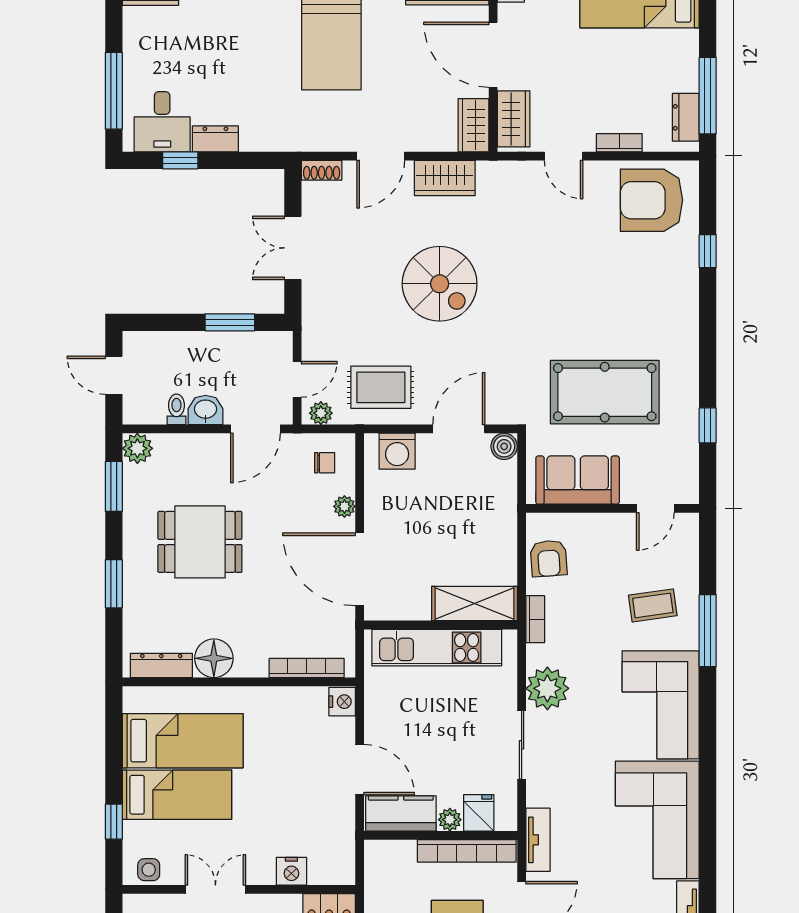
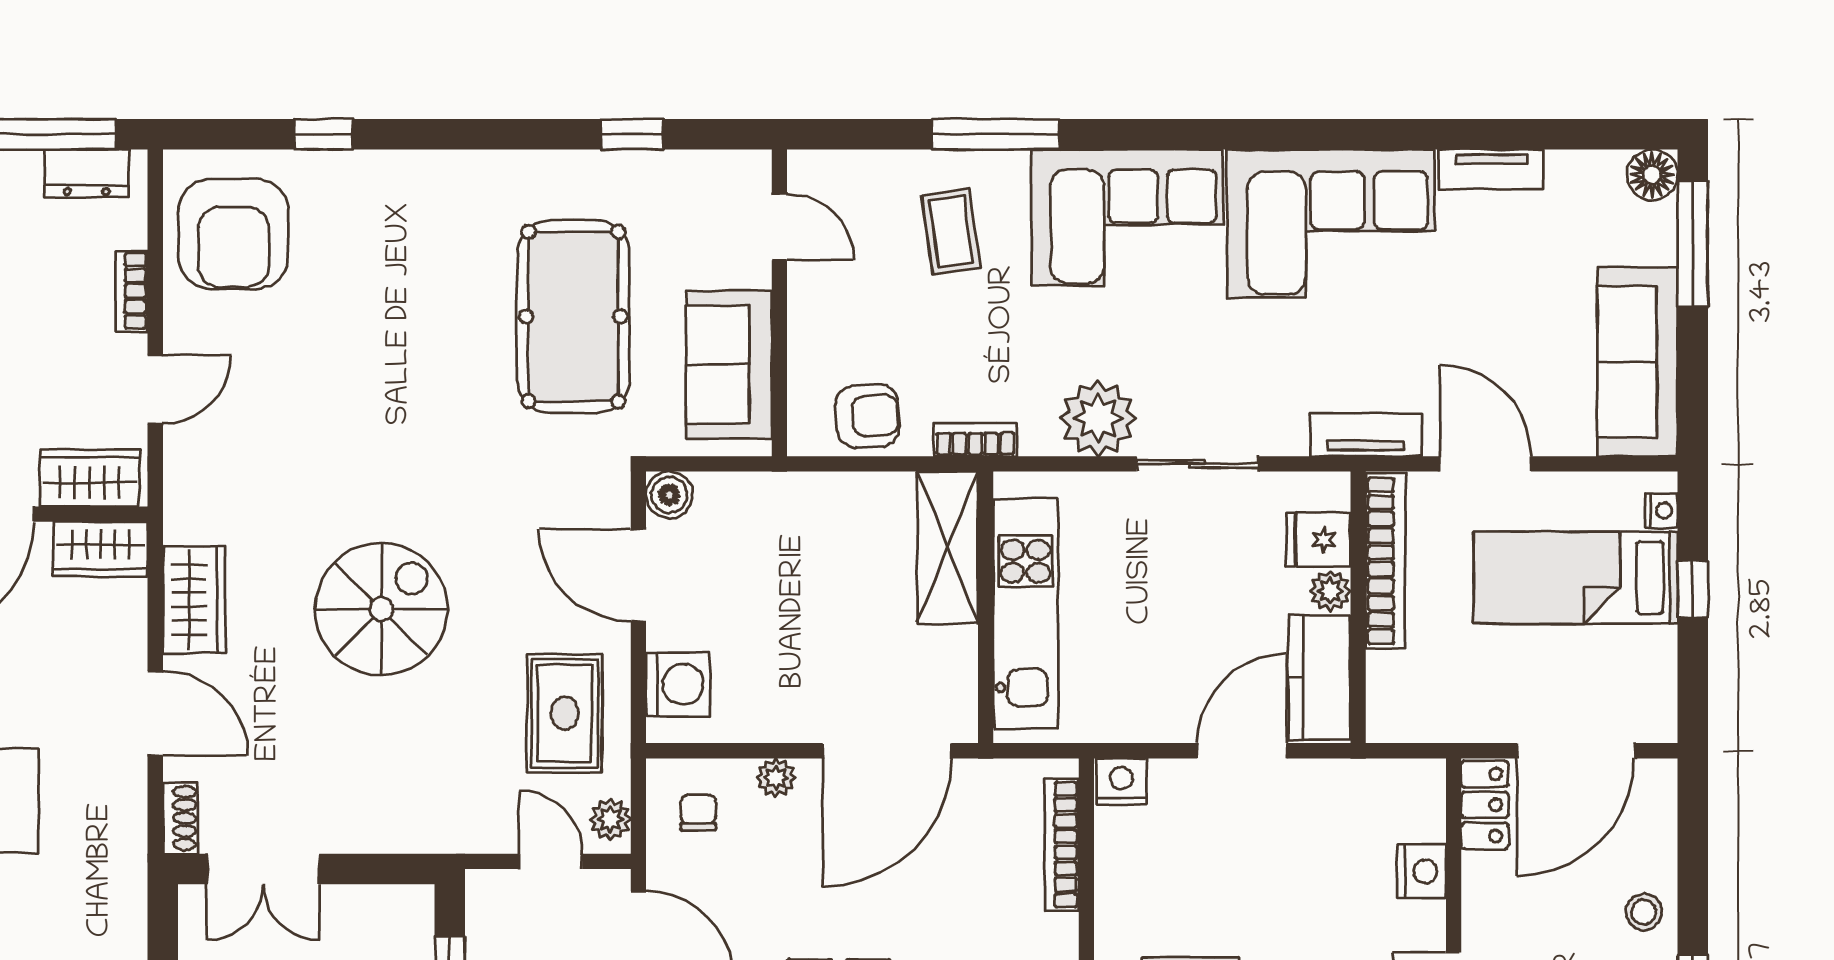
double door: (293, 248) -> (263, 869), moved

